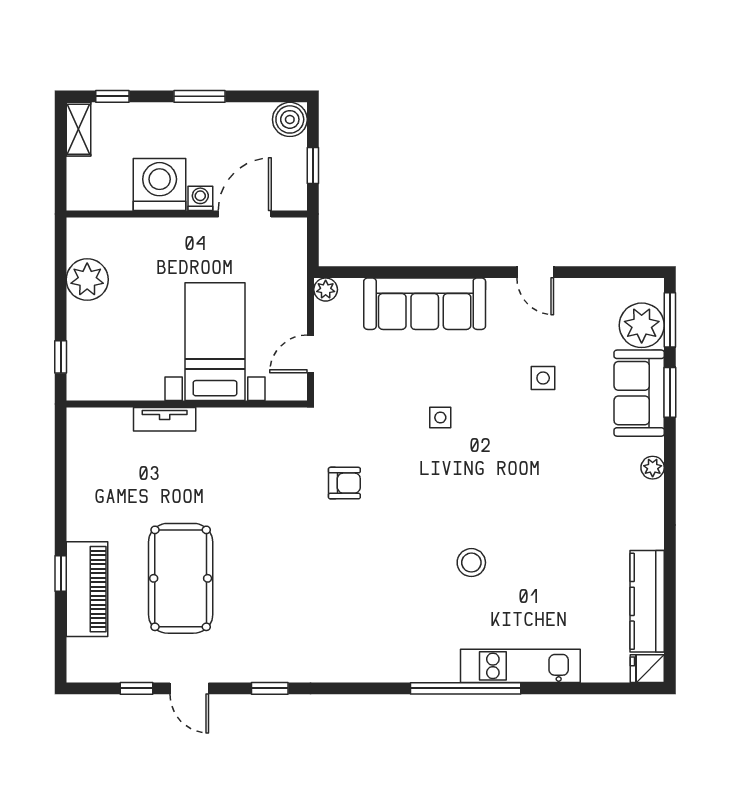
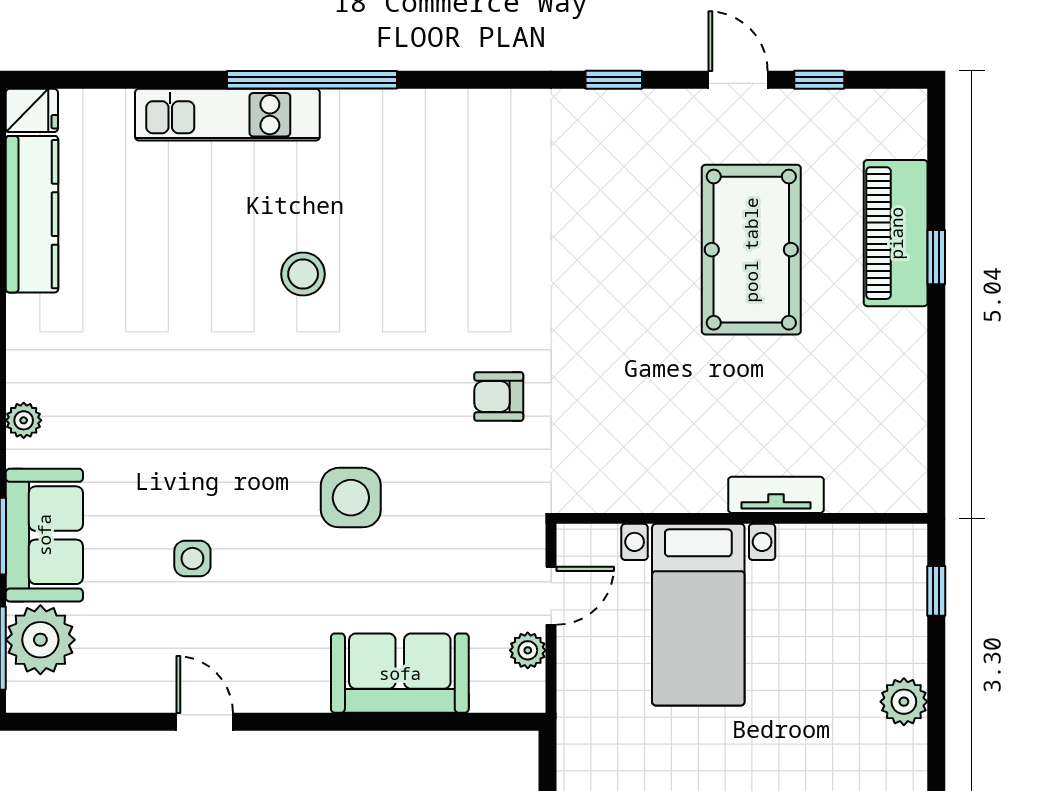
plant: (87, 280) -> (904, 702), width x0.73, depth x0.73
plant: (326, 290) -> (528, 650), moved
sofa: (425, 304) -> (400, 673), width x0.73
side table: (440, 418) -> (351, 498), width x1.87, depth x1.87

